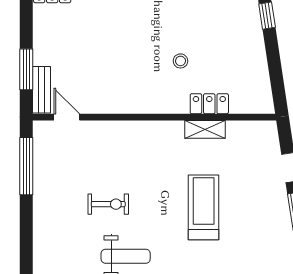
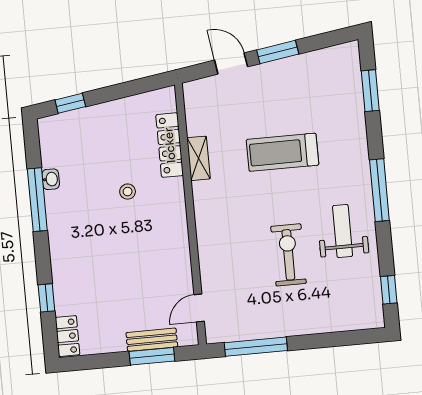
bench: (42, 90) -> (152, 340), moved
locker: (209, 104) -> (170, 145), width x1.53
exercise bike: (108, 204) -> (288, 255), width x1.38, depth x1.39

